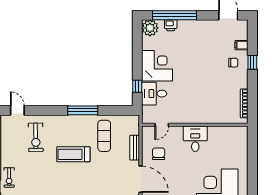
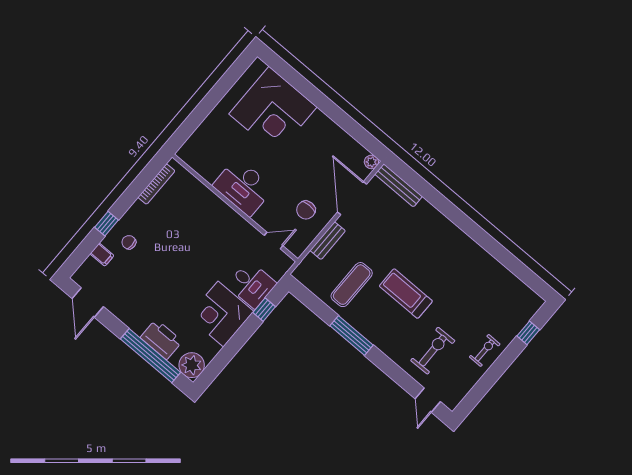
printer: (171, 25) -> (161, 339), width x1.87, depth x1.48
desk: (195, 139) -> (243, 187), width x1.37
treadmill: (73, 154) -> (406, 294), turned 180
exercise bike: (9, 177) -> (485, 350), moved

